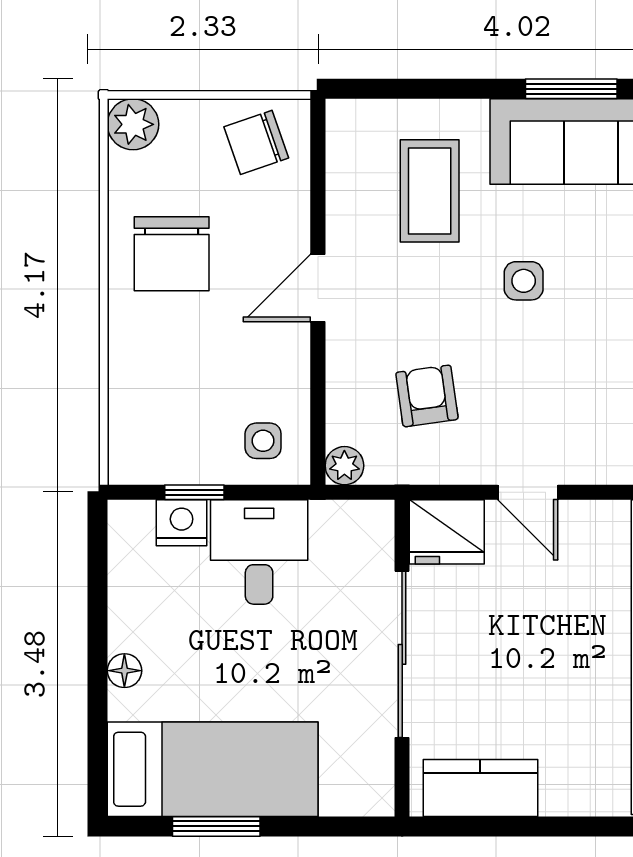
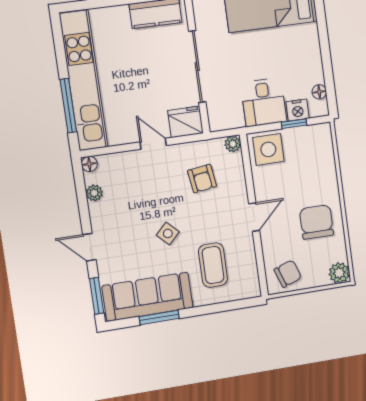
side table: (524, 281) -> (168, 233), turned 45
side table: (263, 441) -> (268, 149), width x1.87, depth x1.87
floor lamp: (124, 671) -> (319, 92), moved

